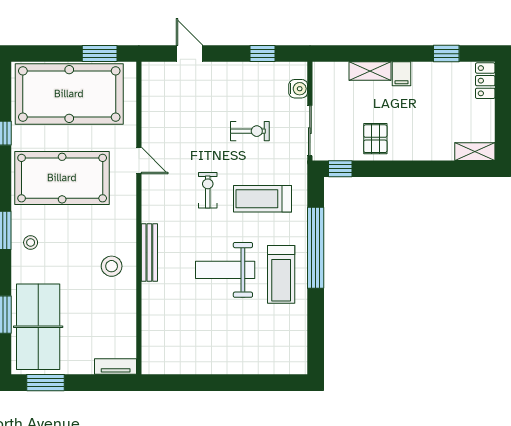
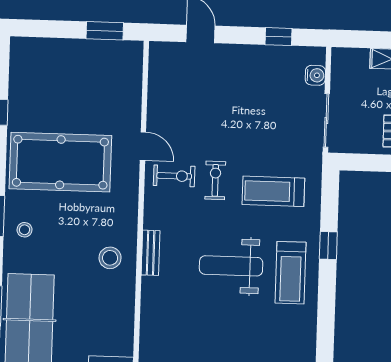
pool table: (69, 94) -> (71, 73), removed
exercise bike: (250, 131) -> (174, 176), moved
window: (340, 169) -> (357, 162), removed
window: (316, 248) -> (328, 245), width x0.32
bench: (149, 252) -> (151, 253), width x0.73

